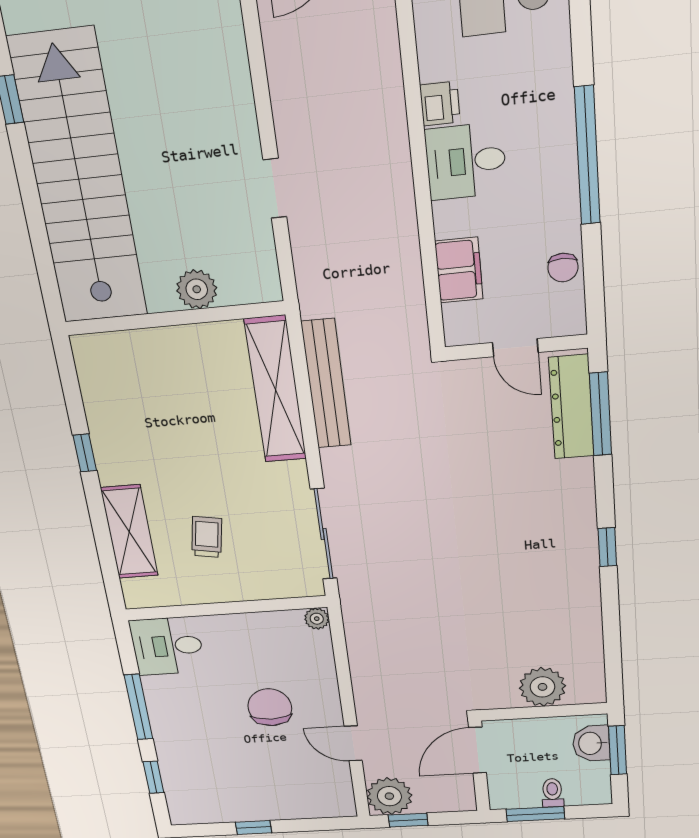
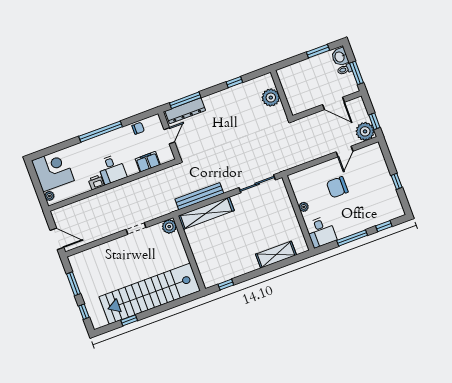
plant: (197, 289) -> (169, 227), moved
window: (85, 453) -> (226, 285), moved
trolley: (207, 537) -> (270, 226), removed
plant: (317, 619) -> (304, 207), moved
plant: (542, 687) -> (271, 98), moved
wall: (544, 712) -> (282, 94), moved
washbasin: (591, 743) -> (340, 57), moved, turned 90

